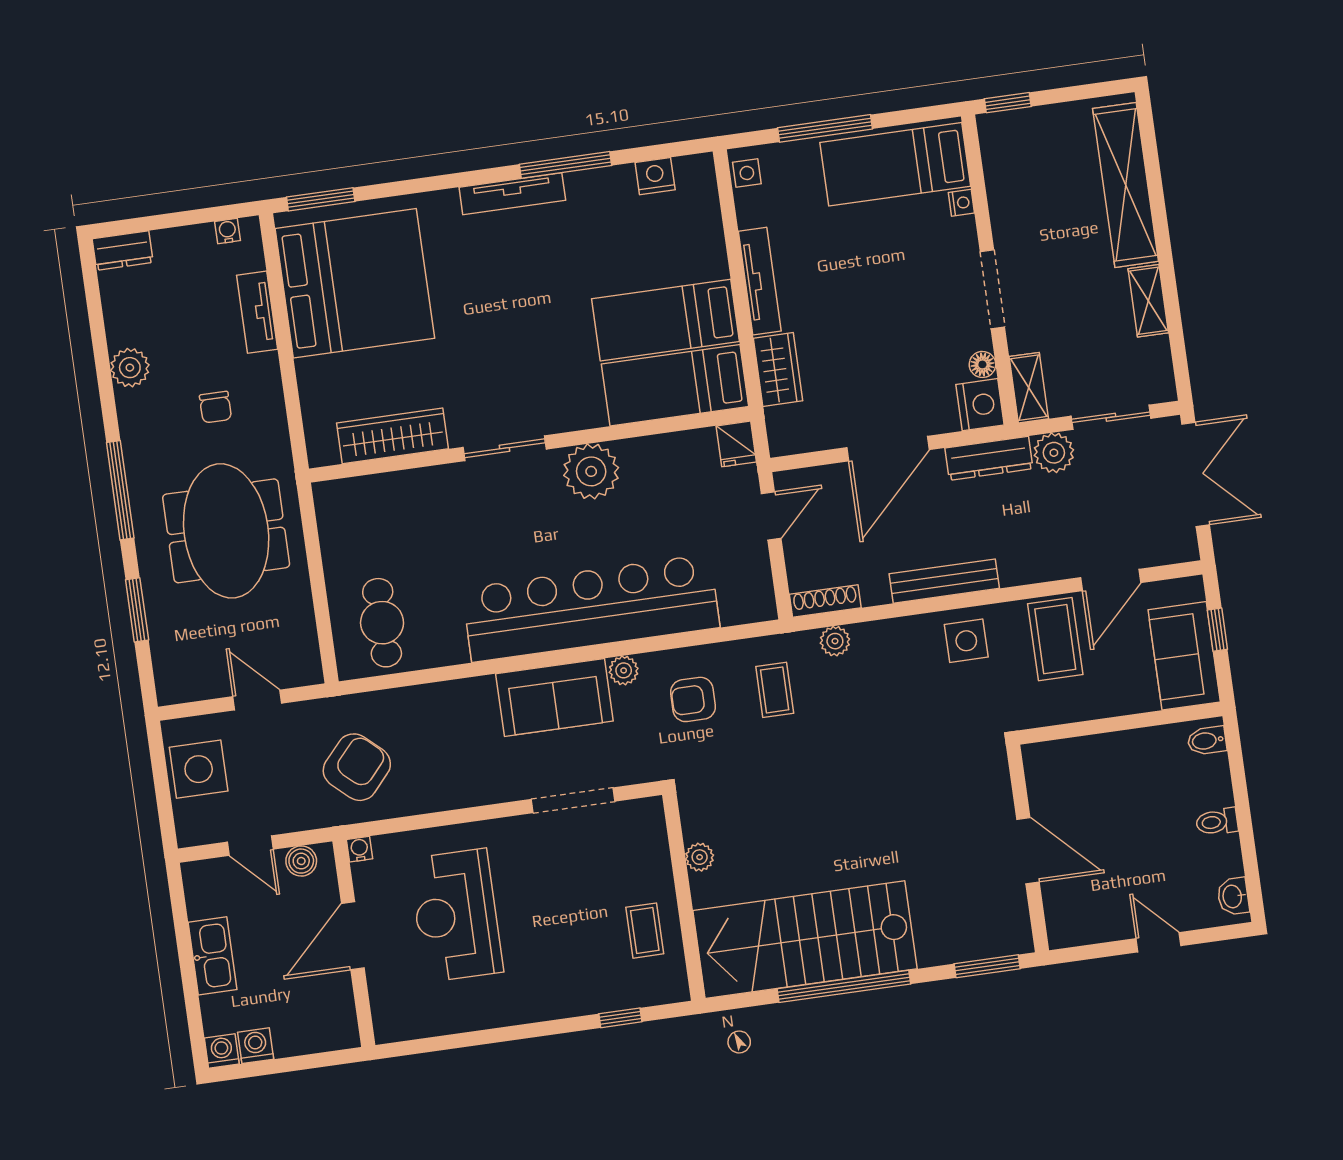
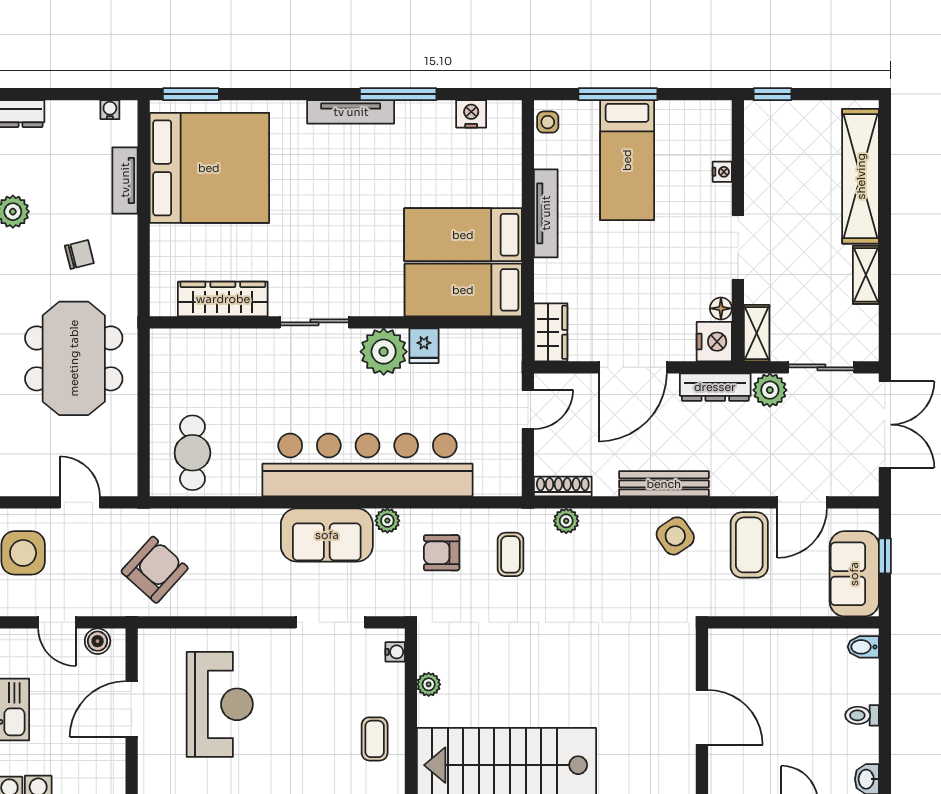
bed: (895, 164) -> (627, 160), moved, turned -90
wardrobe: (778, 370) -> (551, 332), moved
chair: (215, 407) -> (79, 254), turned -104
fridge: (736, 444) -> (424, 346), moved
side table: (966, 641) -> (675, 536), turned -34
water cooler: (360, 849) -> (395, 652), moved, turned 90
reception desk: (456, 915) -> (220, 704), turned 180

